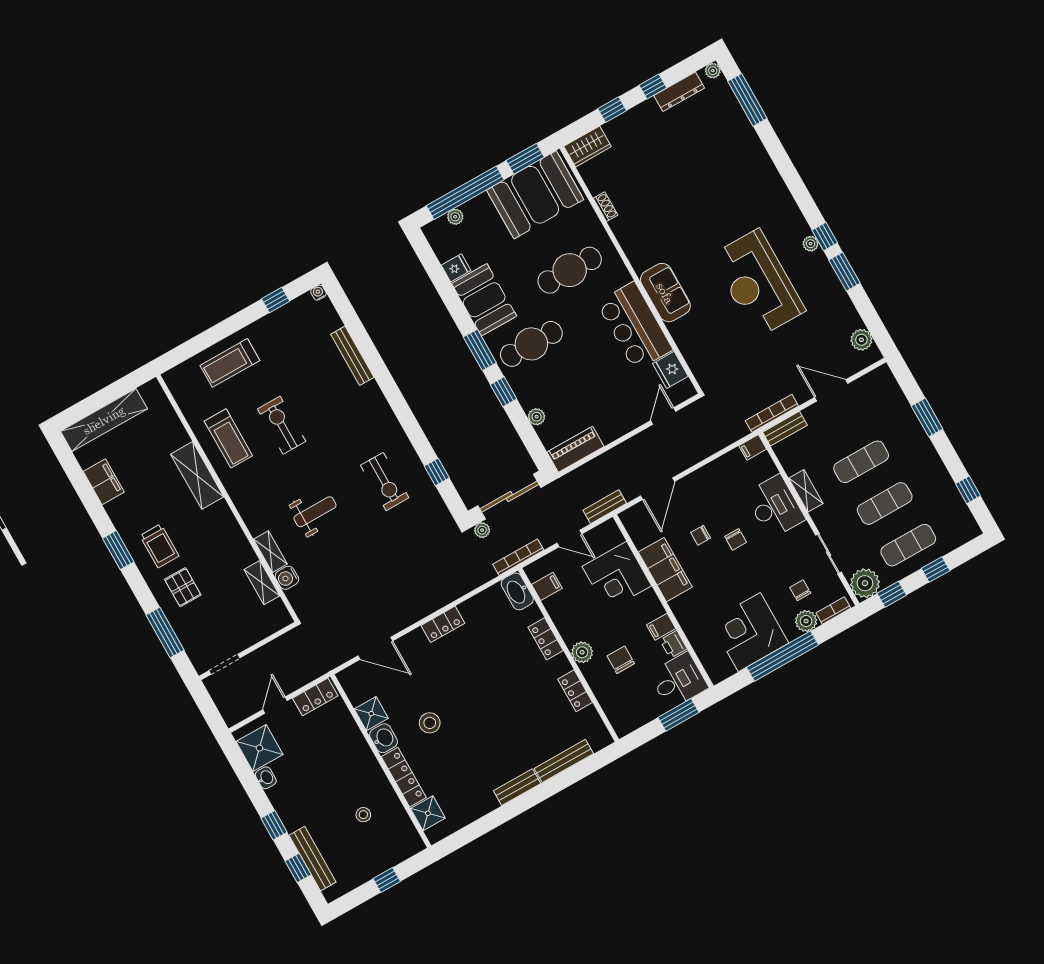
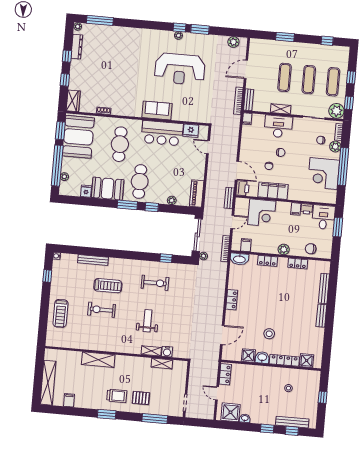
treadmill: (228, 438) -> (108, 286), moved
filing cabinet: (104, 482) -> (69, 400), width x0.50
printer: (635, 518) -> (243, 188), added
chair: (621, 660) -> (311, 249), moved

